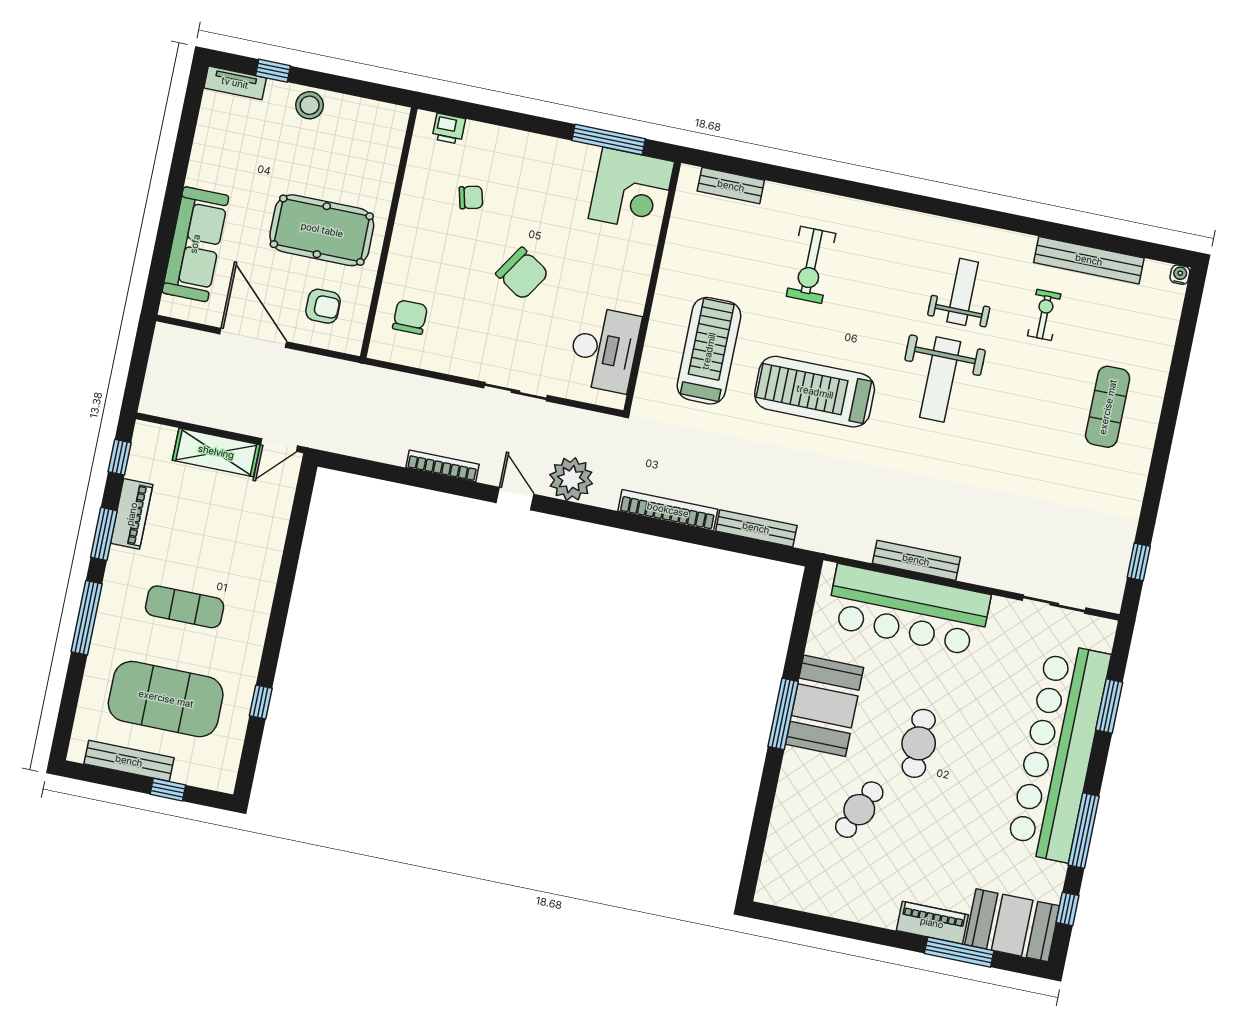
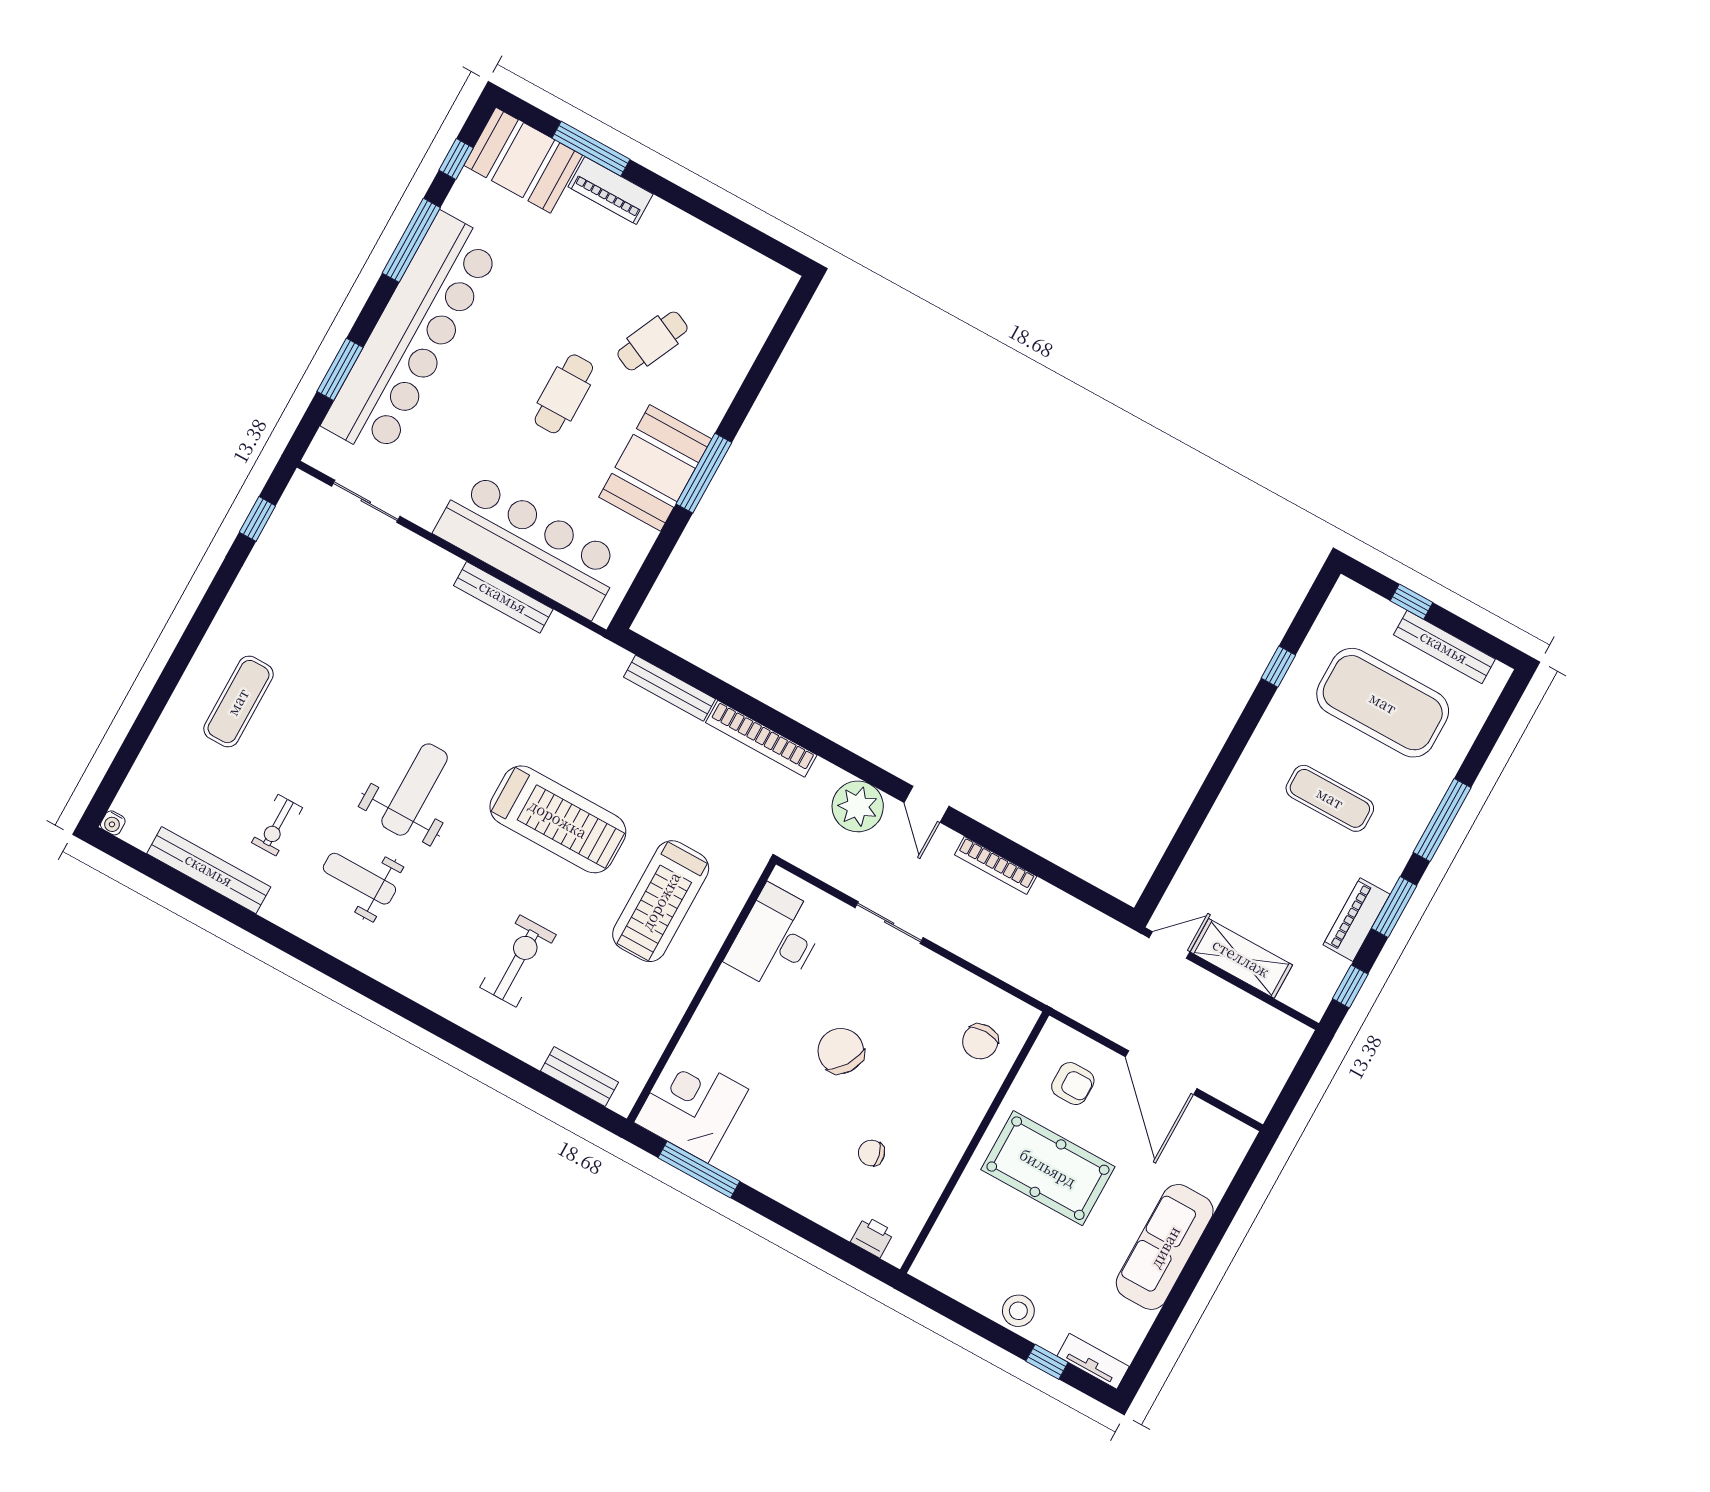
sofa: (195, 244) -> (1165, 1247), moved
weight bench: (963, 292) -> (359, 879), turned 90
armchair: (323, 306) -> (1073, 1084), turned 180

